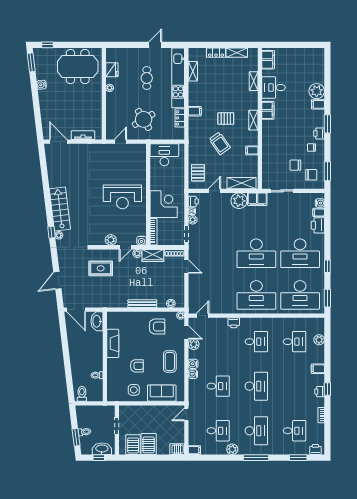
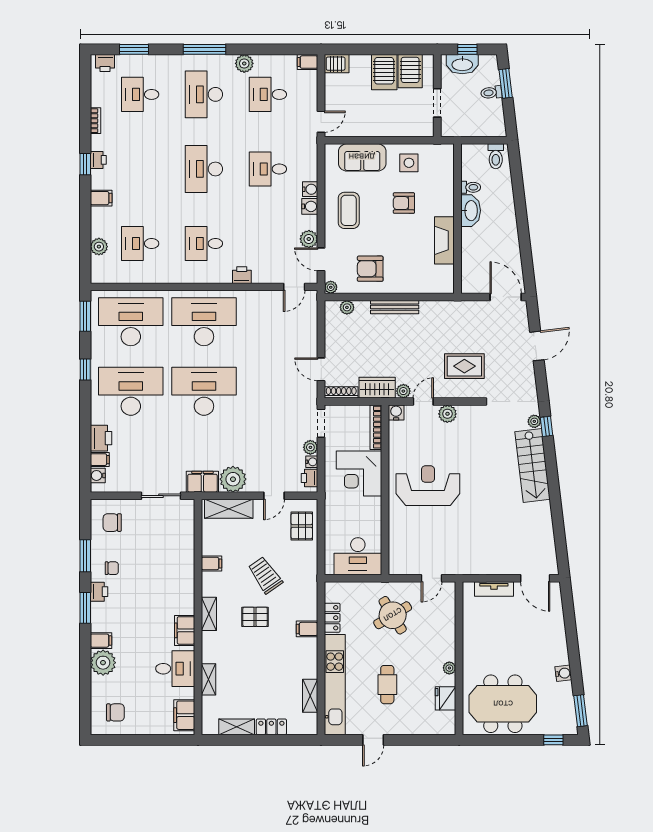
chair: (295, 165) -> (115, 712), moved
window: (327, 171) -> (85, 556), moved
washbasin: (97, 321) -> (471, 211), moved

